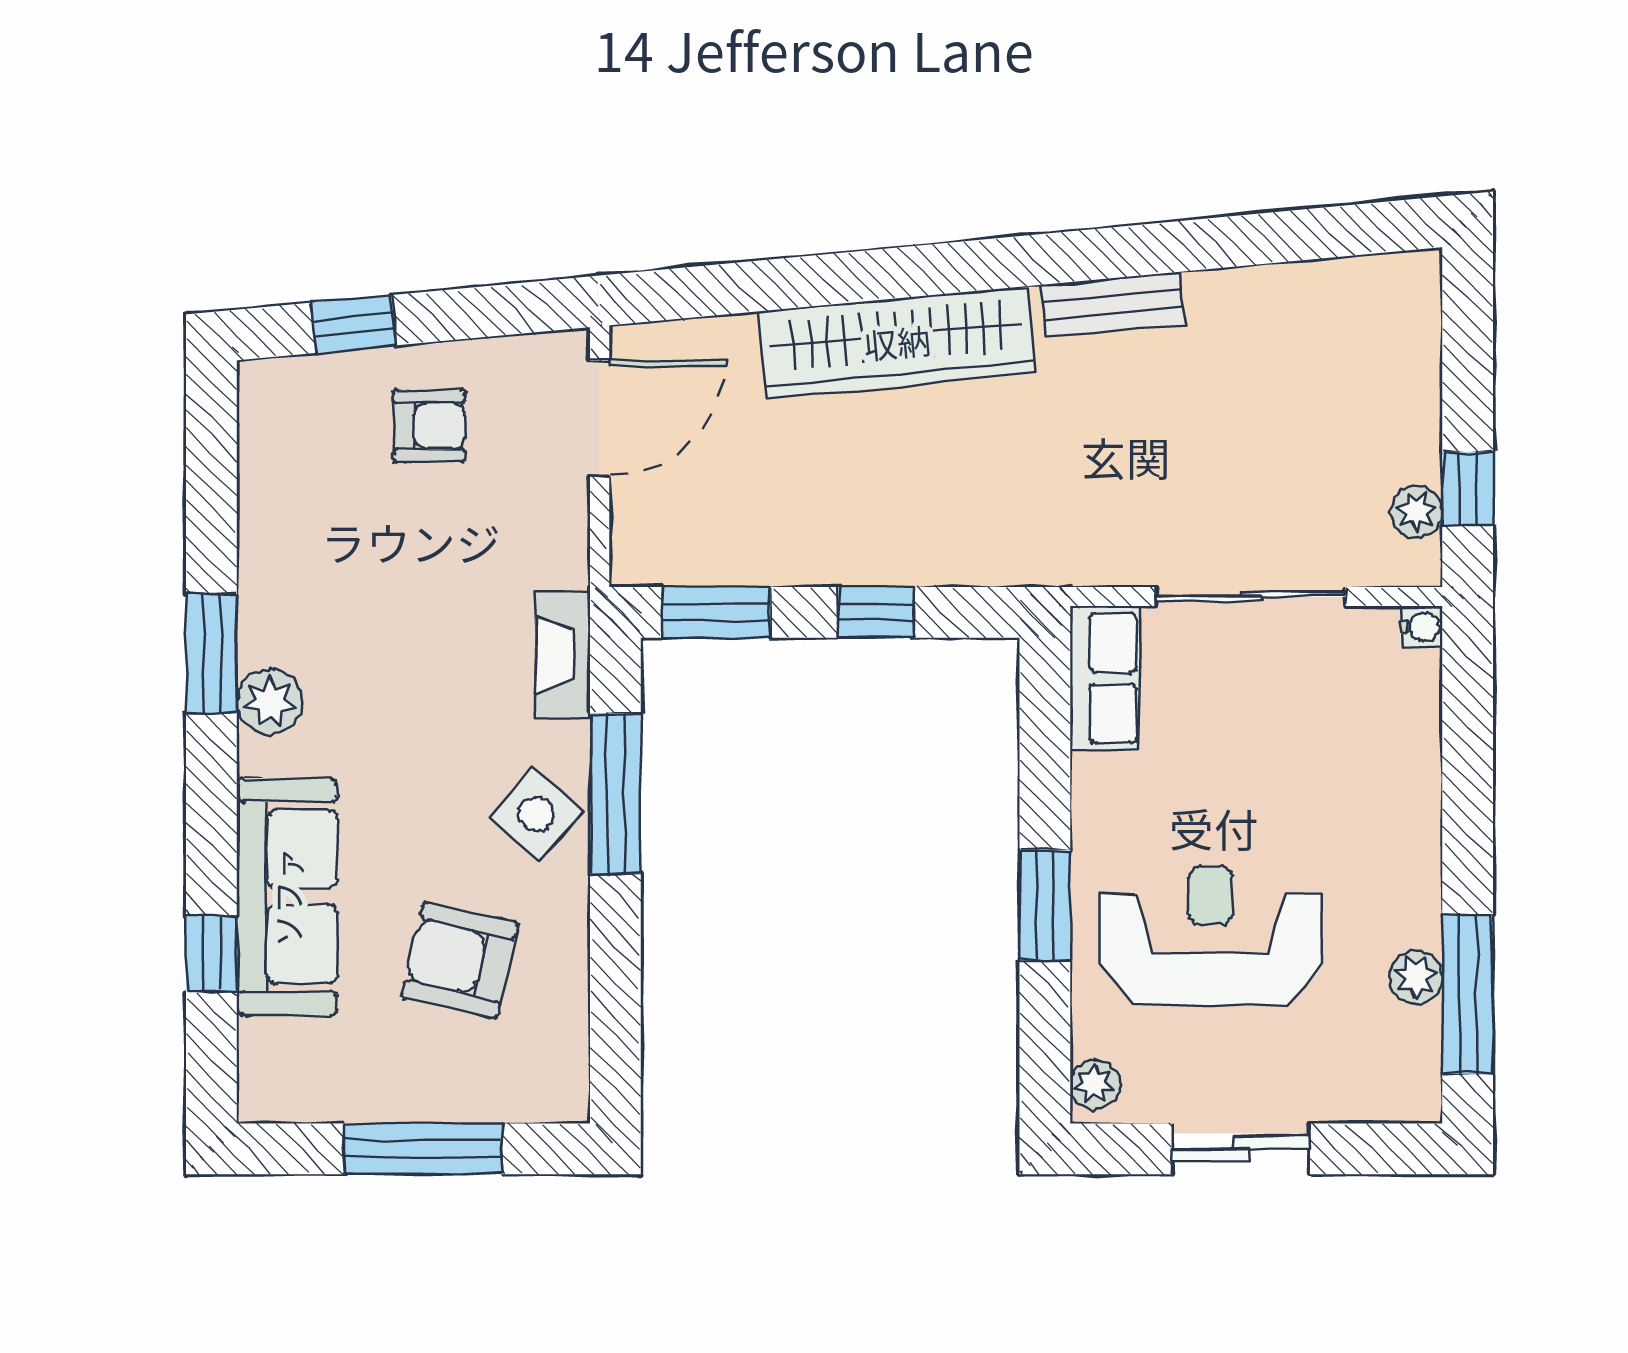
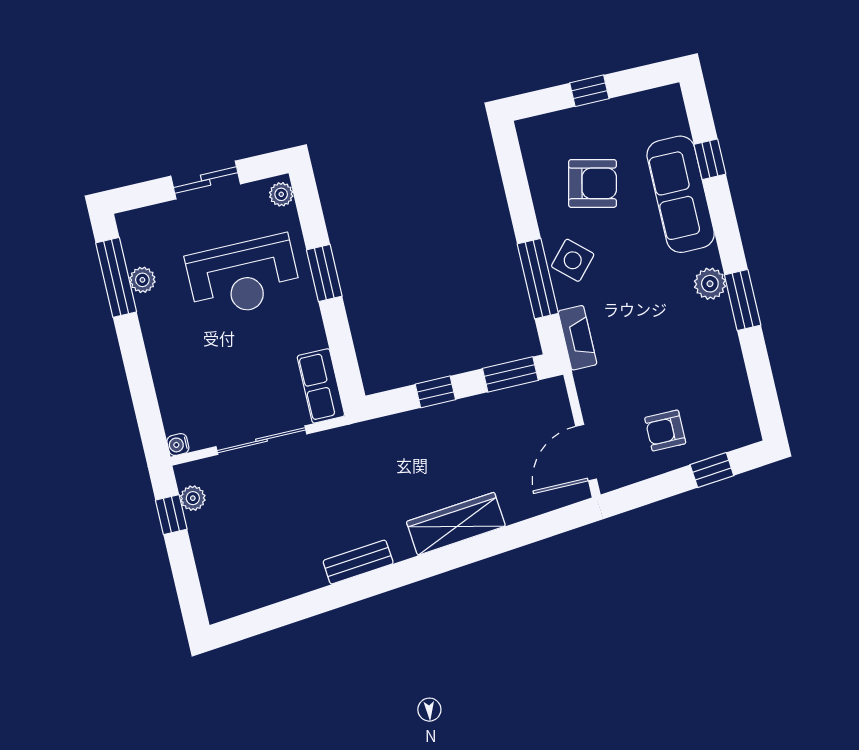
wardrobe: (897, 342) -> (456, 524), width x0.71, depth x0.85
window: (423, 1149) -> (589, 91), width x0.46

